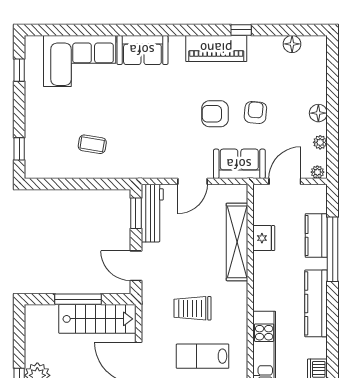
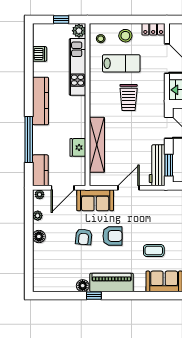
floor lamp: (292, 44) -> (83, 286), moved
coffee table: (157, 93) -> (154, 251), added
kitchen counter: (316, 235) -> (40, 170), moved
trolley: (192, 308) -> (129, 97), turned 90

